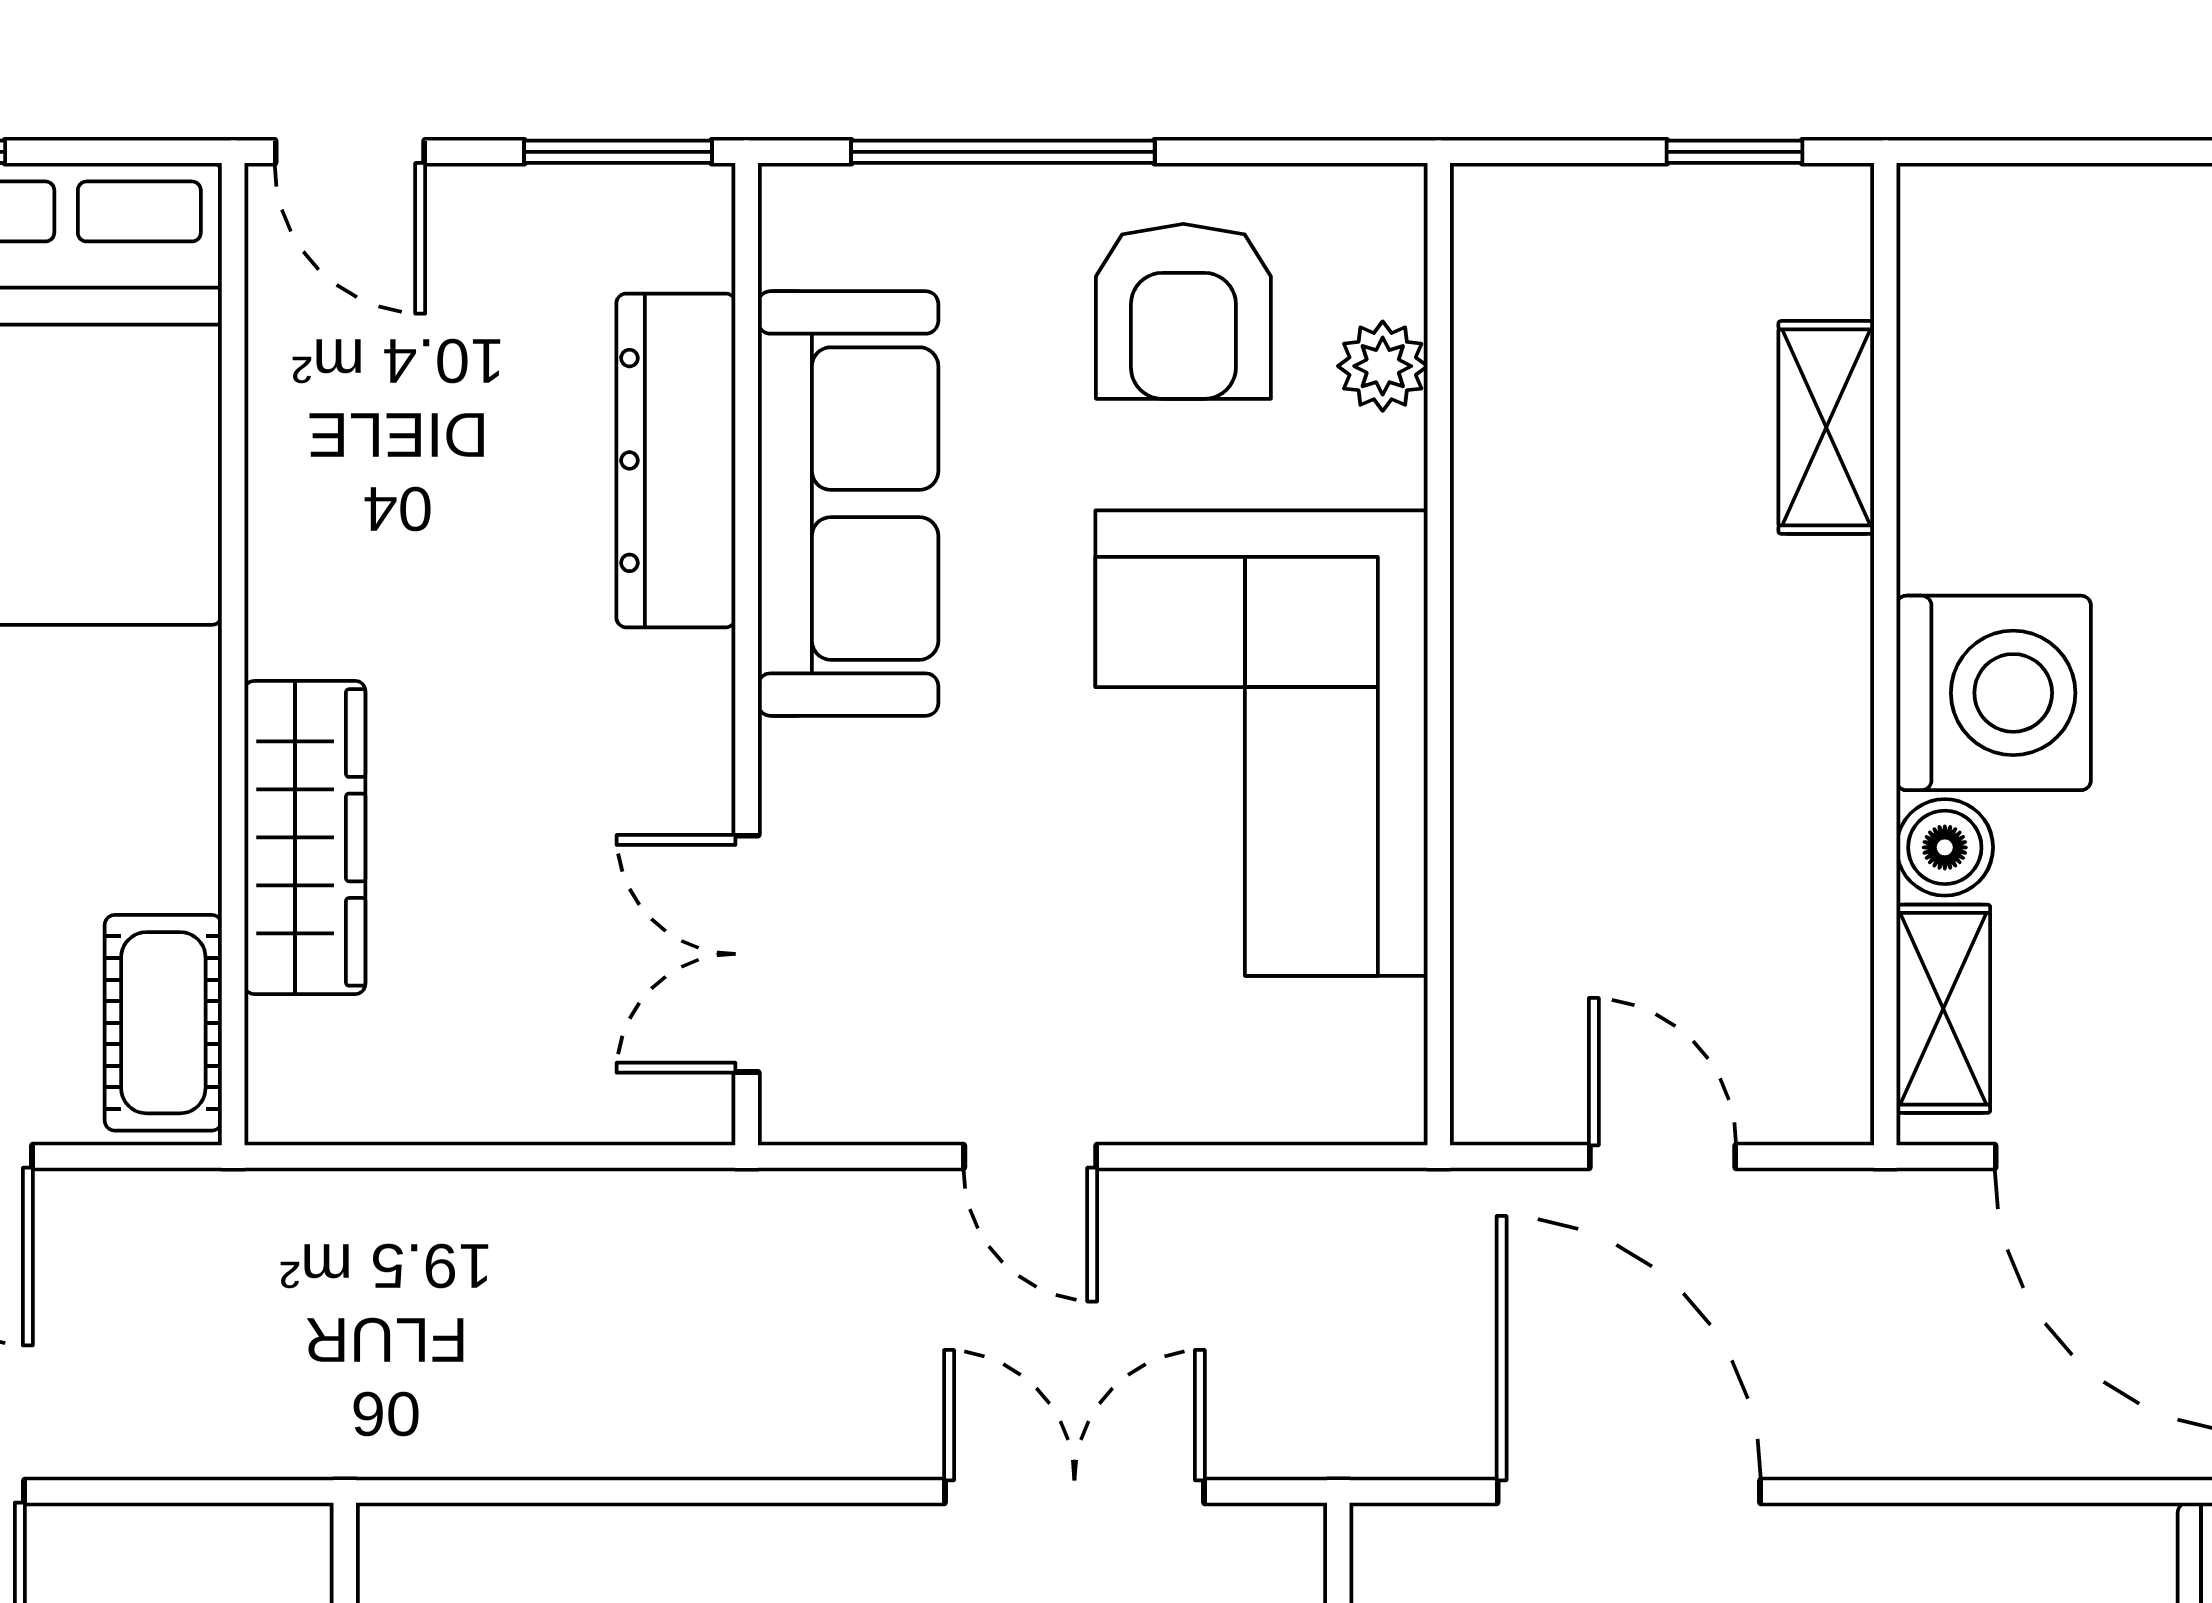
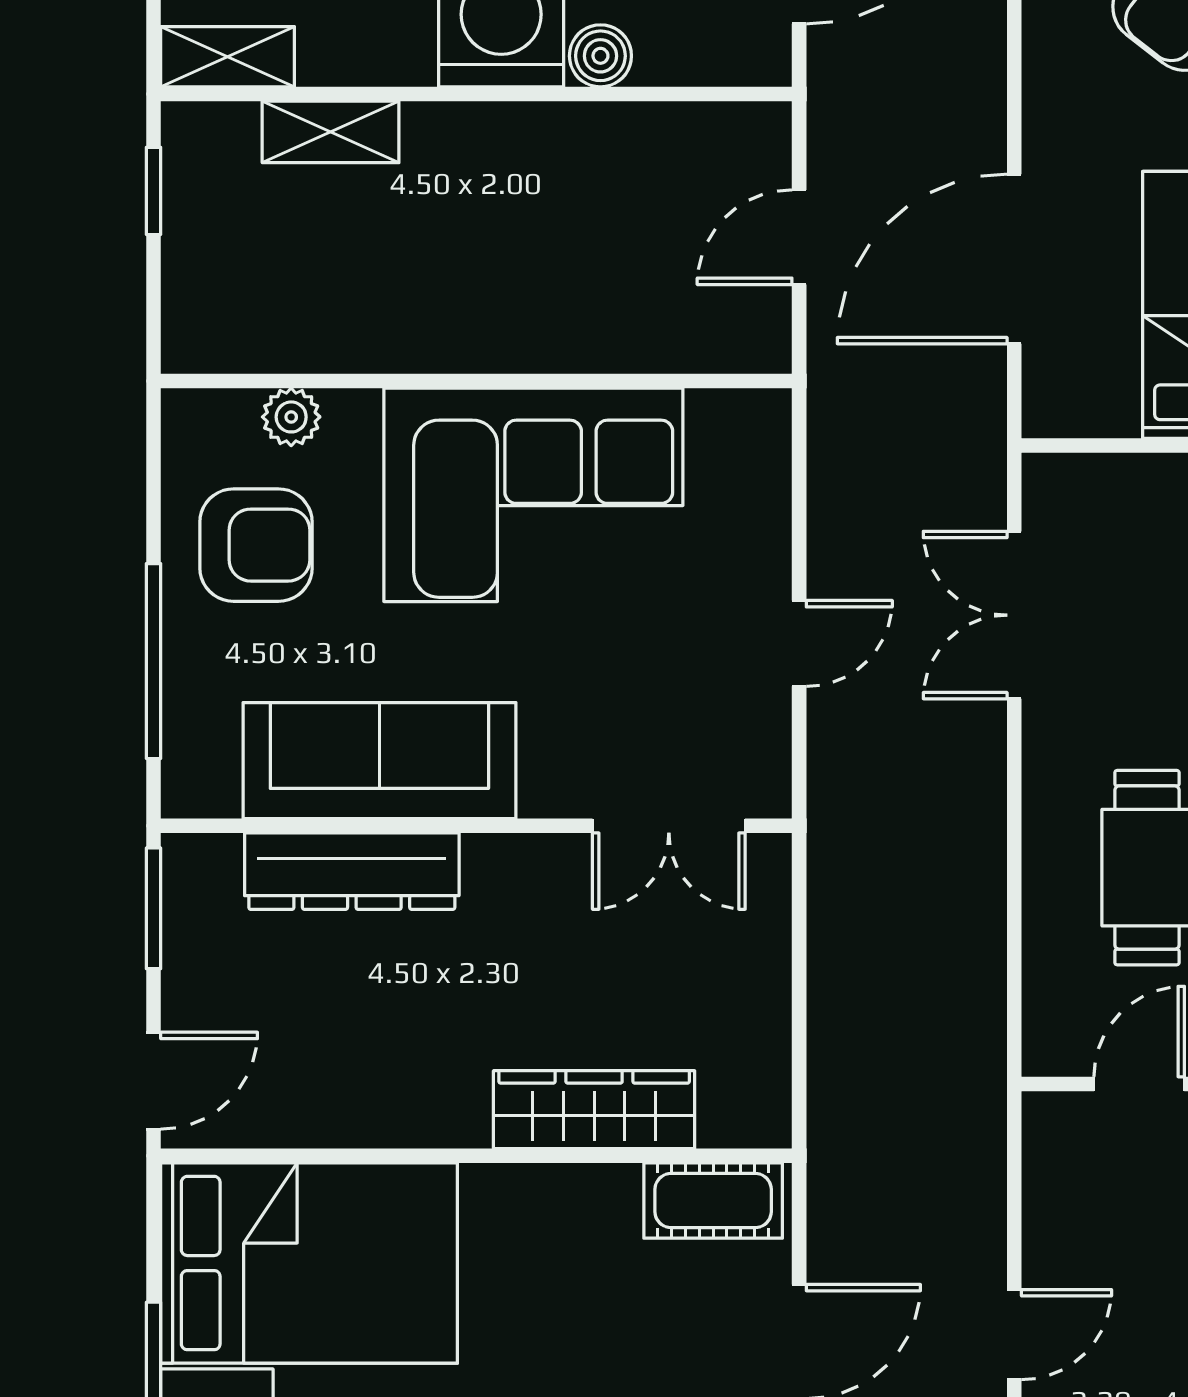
shelving: (1943, 1009) -> (228, 57), moved

